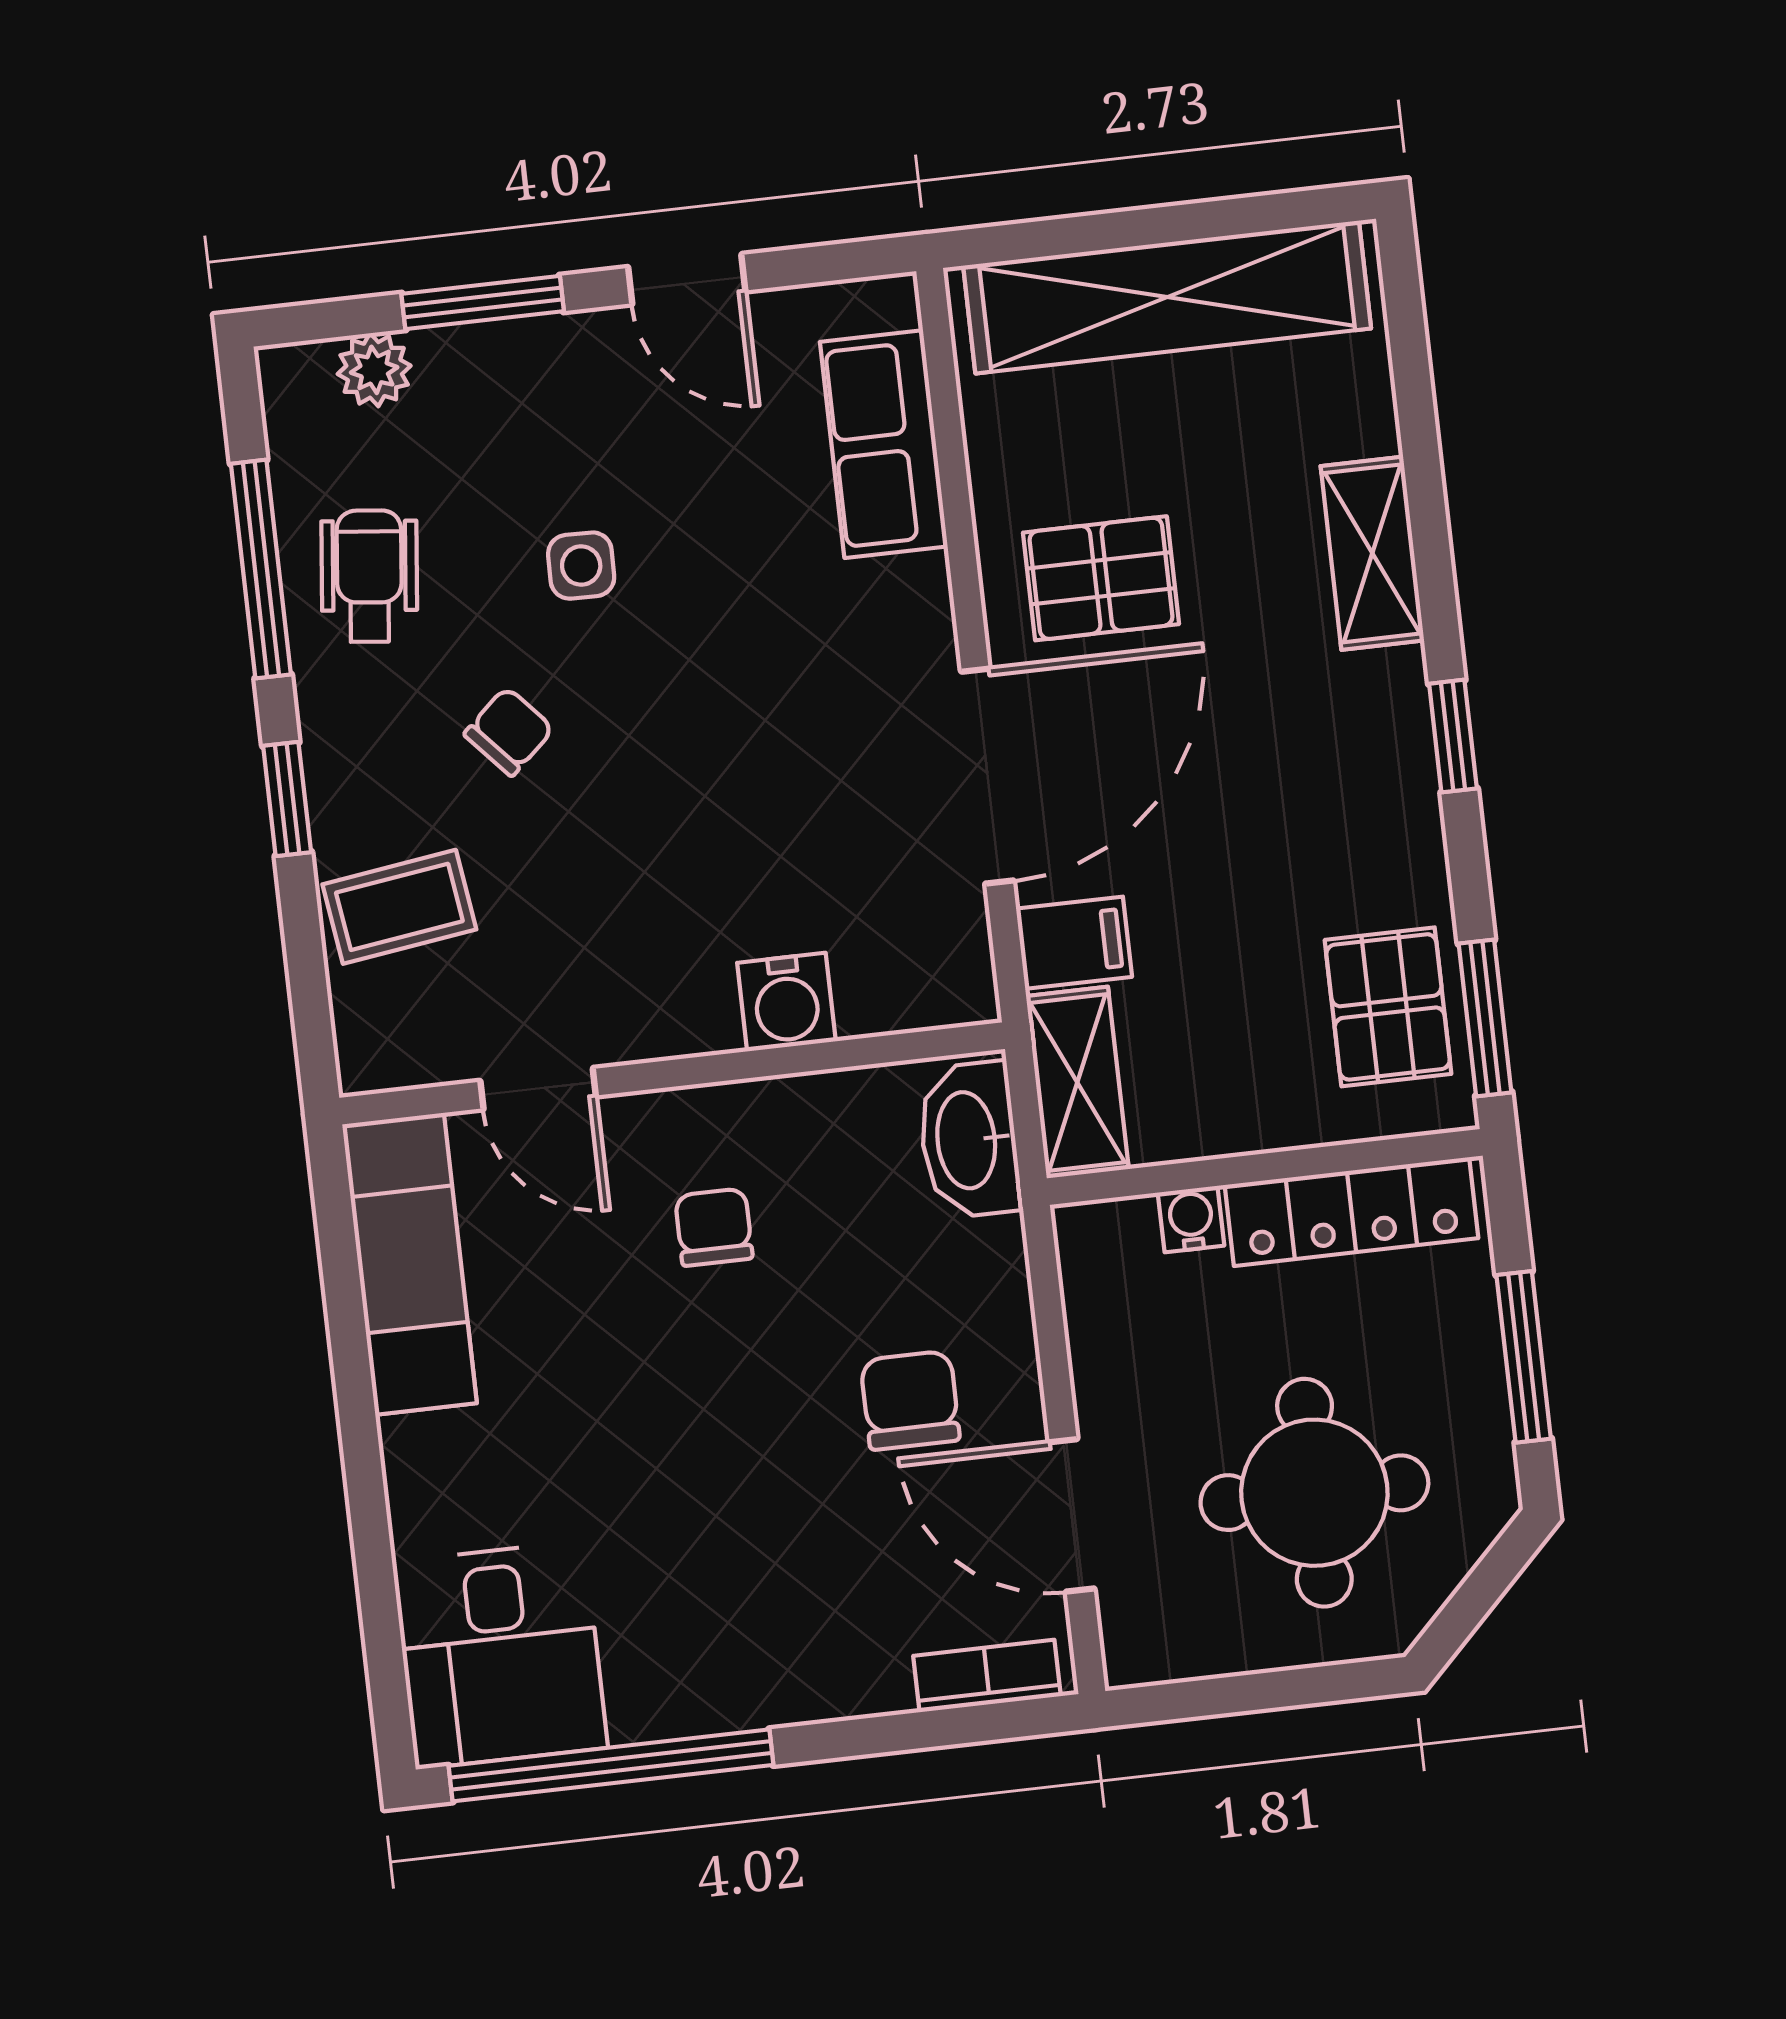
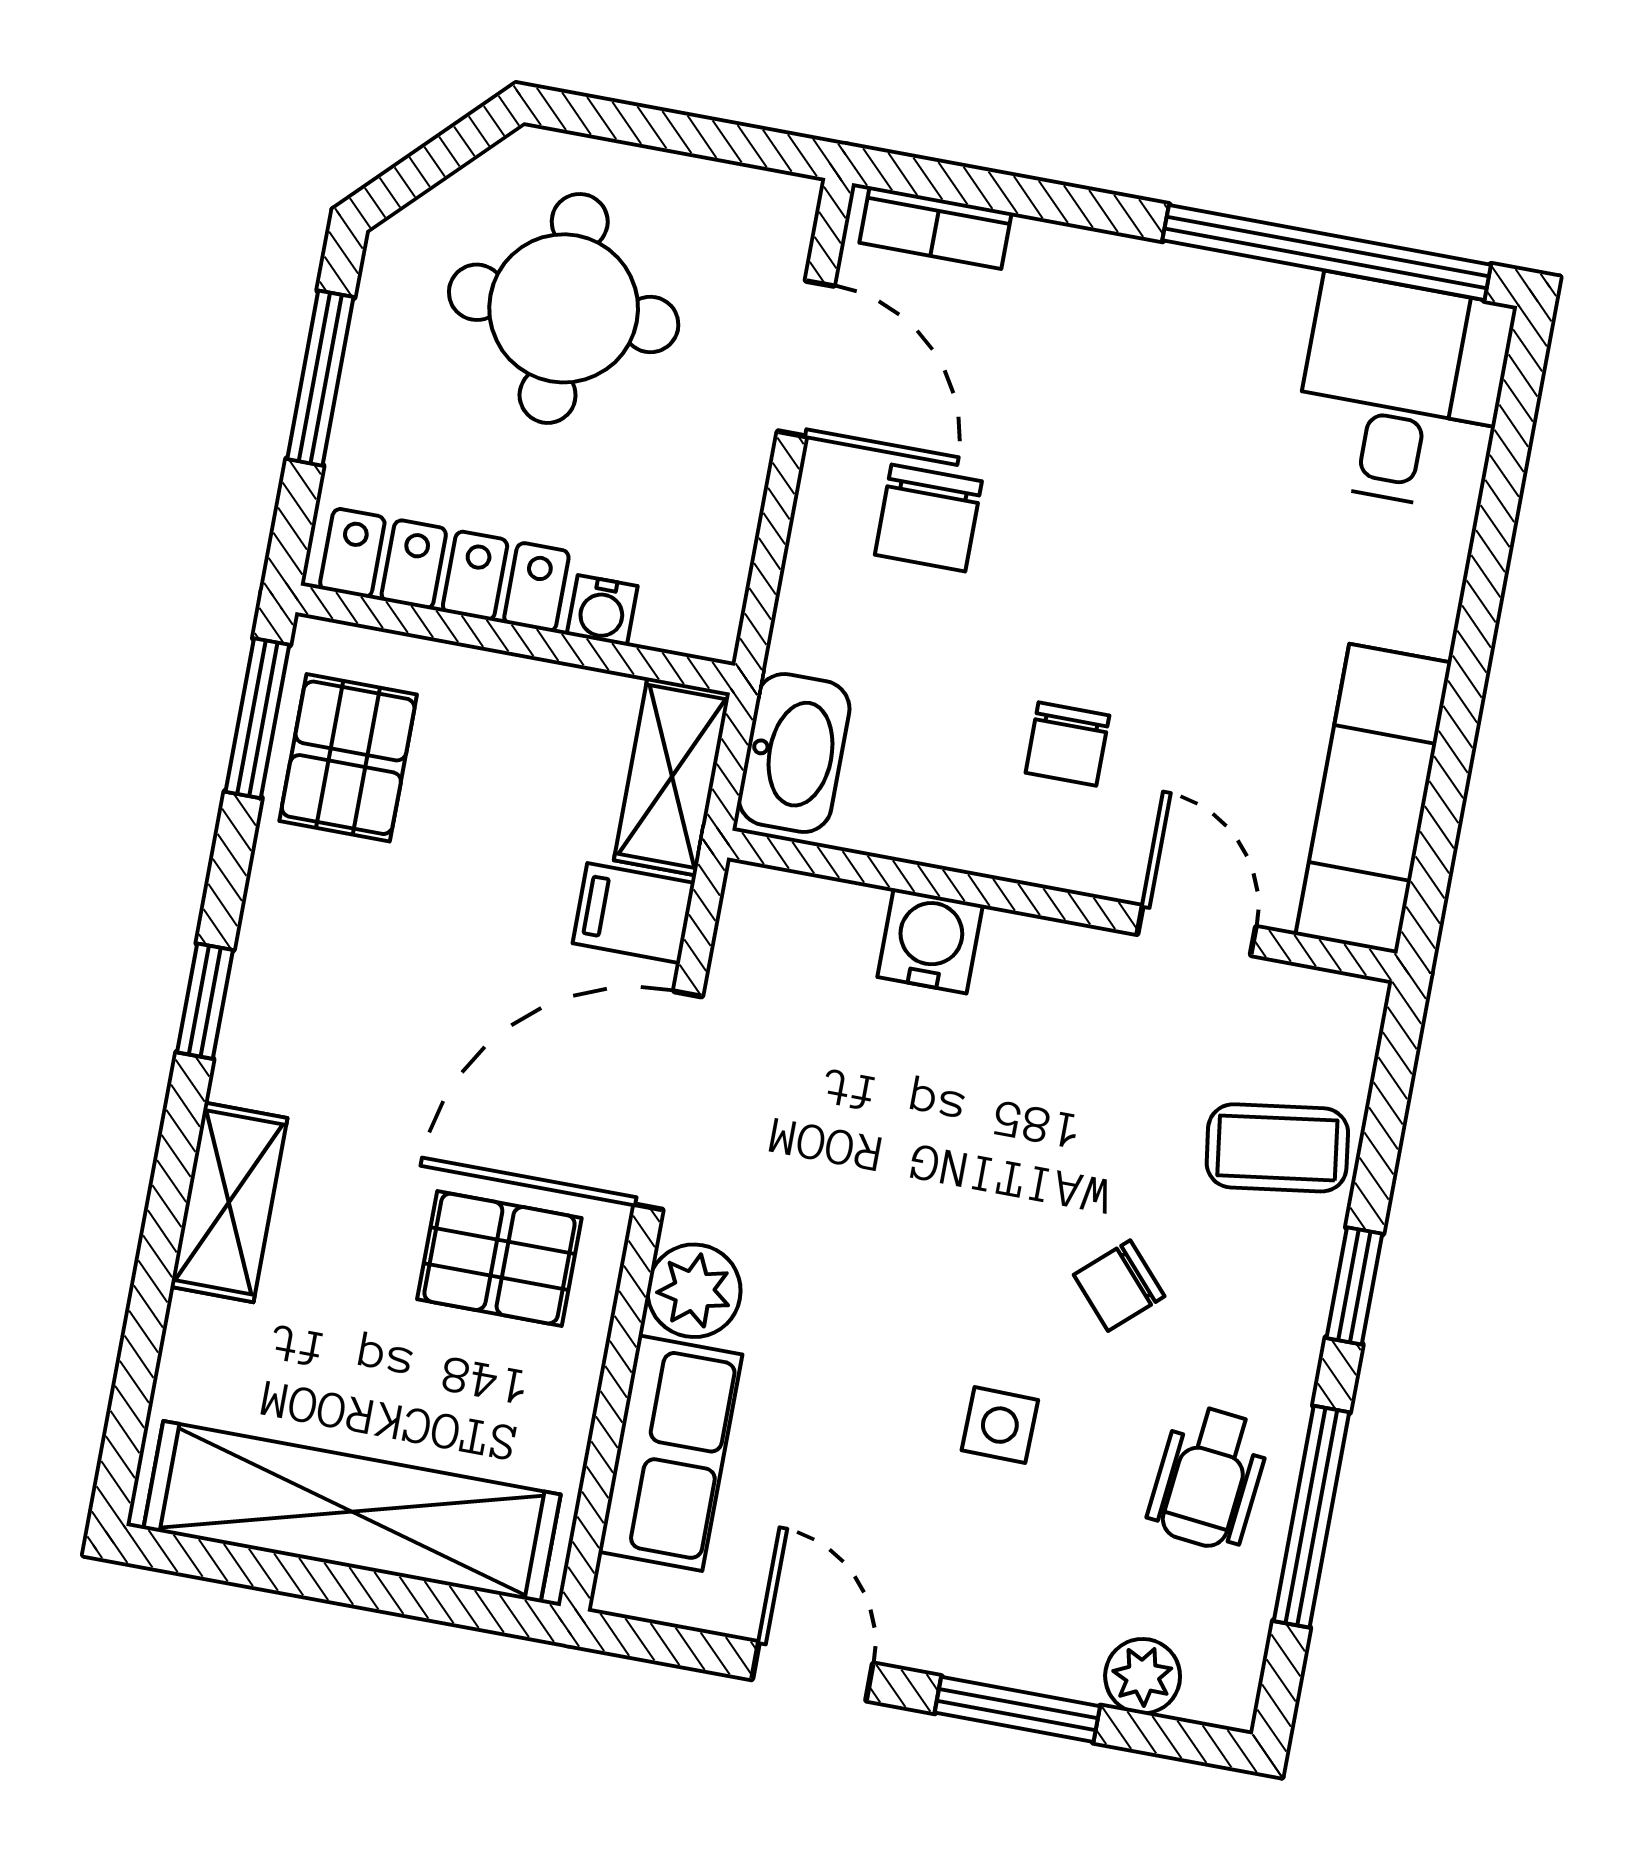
plant: (908, 604) -> (694, 1291), added

